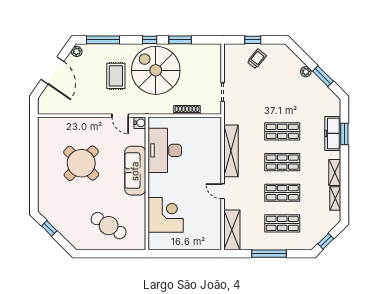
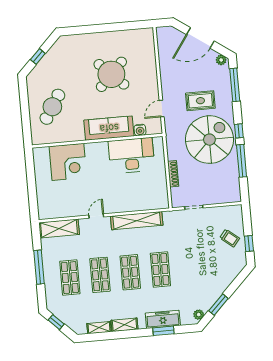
window: (180, 40) -> (242, 161), width x1.44
window: (253, 40) -> (249, 243), moved
plant: (306, 72) -> (199, 315), moved
water cooler: (140, 123) -> (140, 130), moved
window: (49, 228) -> (38, 56), moved

